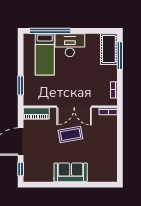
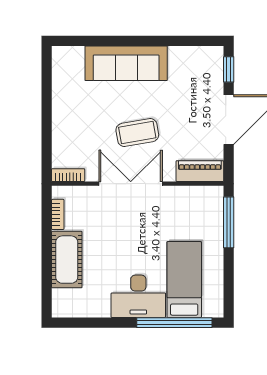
cot: (109, 49) -> (67, 260), moved
window: (120, 56) -> (47, 277), removed
window: (21, 85) -> (229, 222), width x1.44
sofa: (71, 172) -> (126, 63), width x1.36

